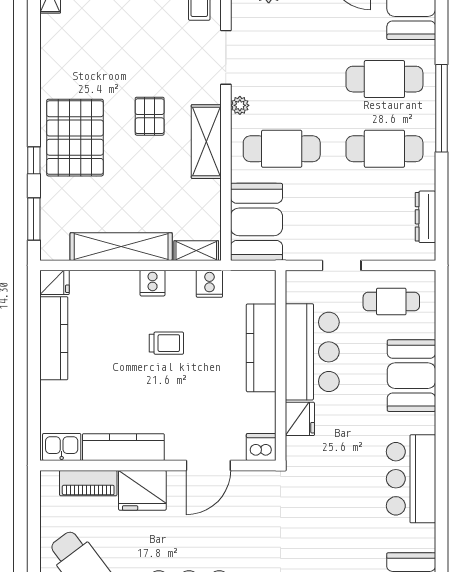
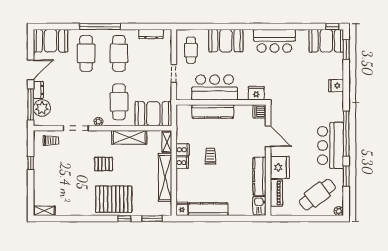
shelving: (206, 142) -> (129, 137), moved
cooker: (209, 284) -> (183, 150), moved
fridge: (300, 419) -> (256, 93), moved

